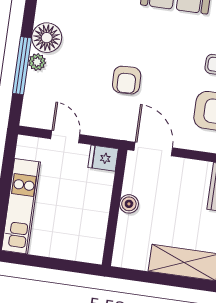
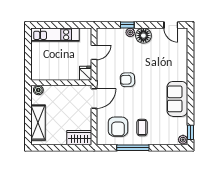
window: (22, 66) -> (127, 25), width x0.46
boiler: (129, 204) -> (38, 90), moved

